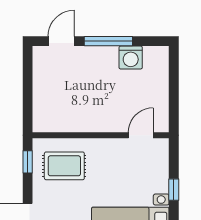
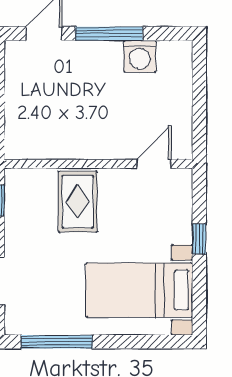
rug: (64, 166) -> (78, 202), moved, turned 90

